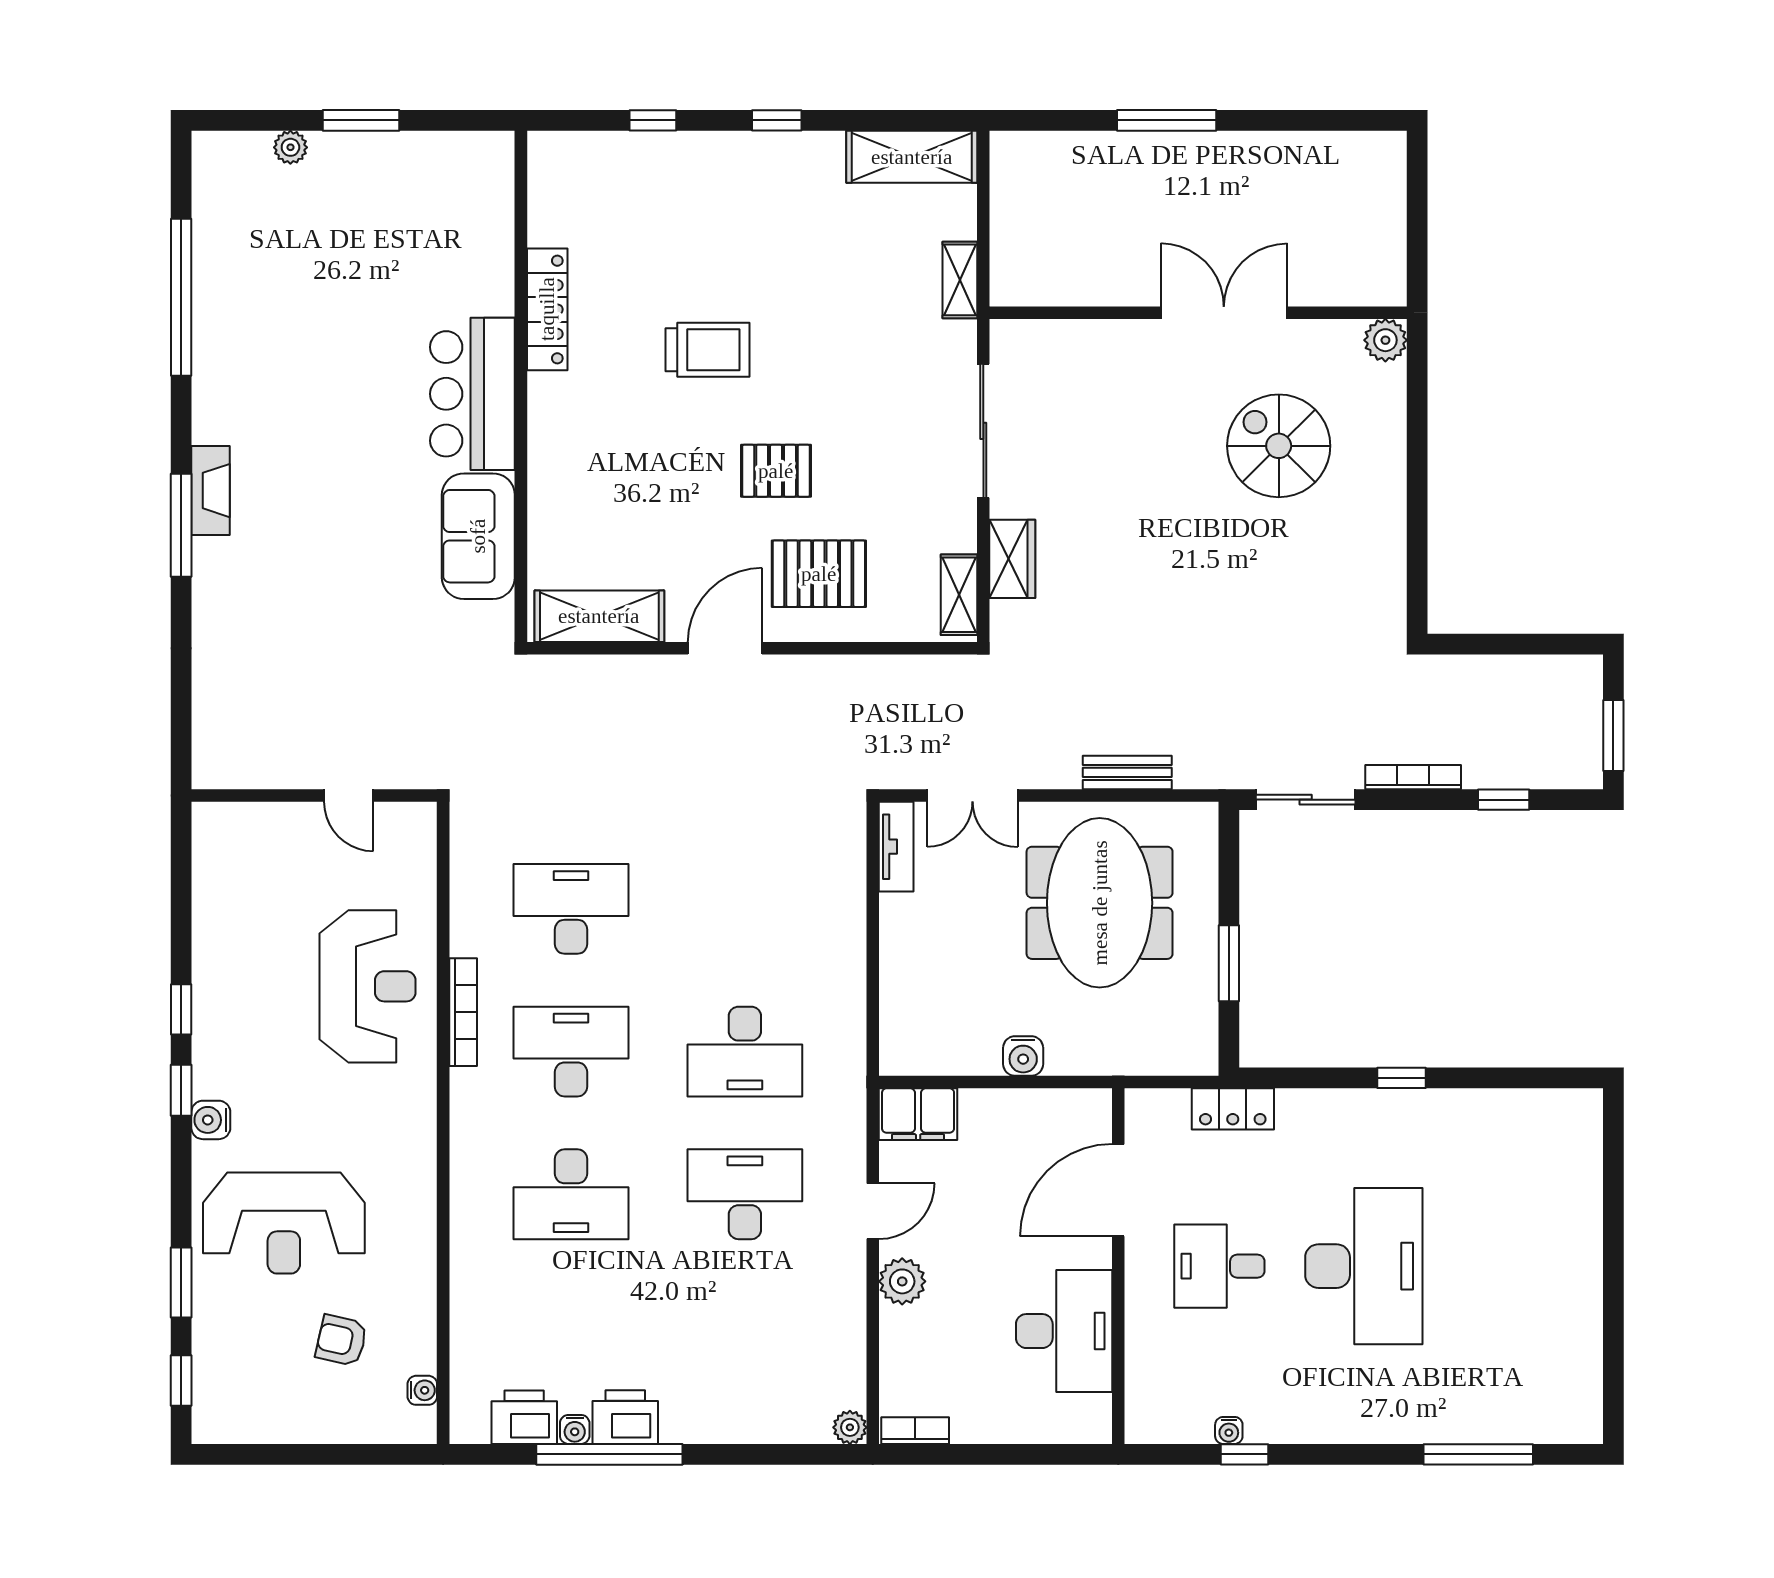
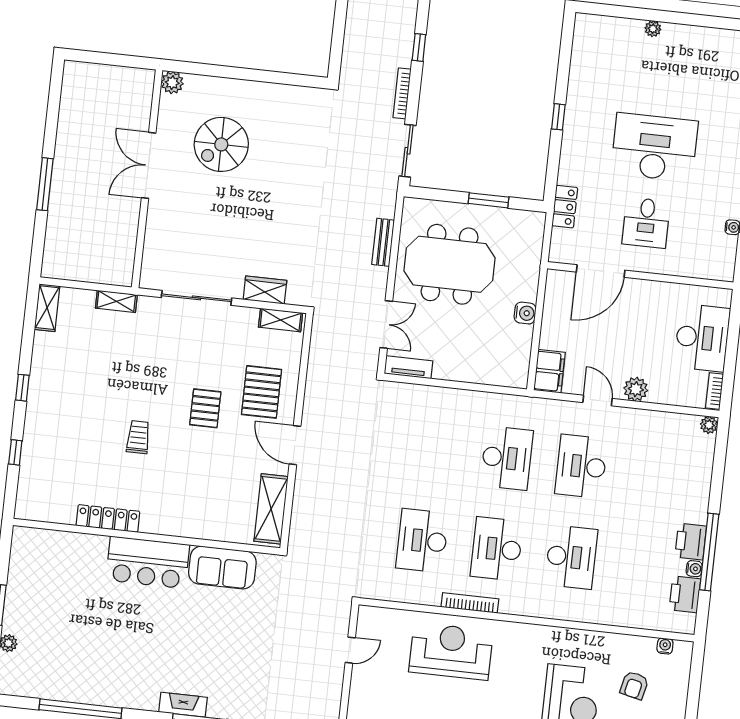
shelving: (912, 157) -> (47, 308), width x0.67, depth x0.75
trolley: (707, 350) -> (138, 437), width x0.73, depth x0.72
door: (1118, 1190) -> (601, 271), hinge flipped
plant: (1588, 1238) -> (653, 29), added
desk: (1064, 1331) -> (702, 338), moved, turned 90

